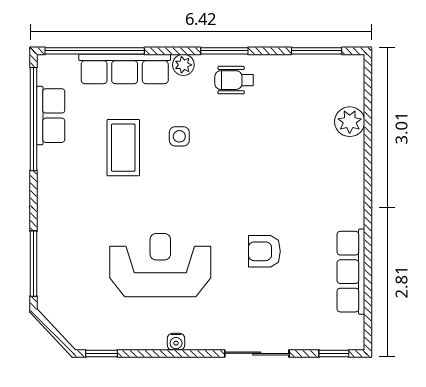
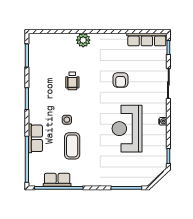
plant: (183, 65) -> (33, 118), removed
row of seats: (125, 69) -> (35, 138), width x0.68
wheelchair: (234, 80) -> (72, 81), moved
plant: (350, 122) -> (83, 40), moved
coffee table: (123, 148) -> (72, 146), turned 90
row of seats: (351, 272) -> (147, 40), moved

